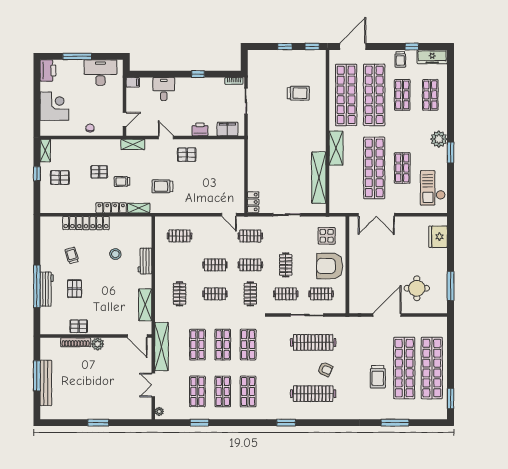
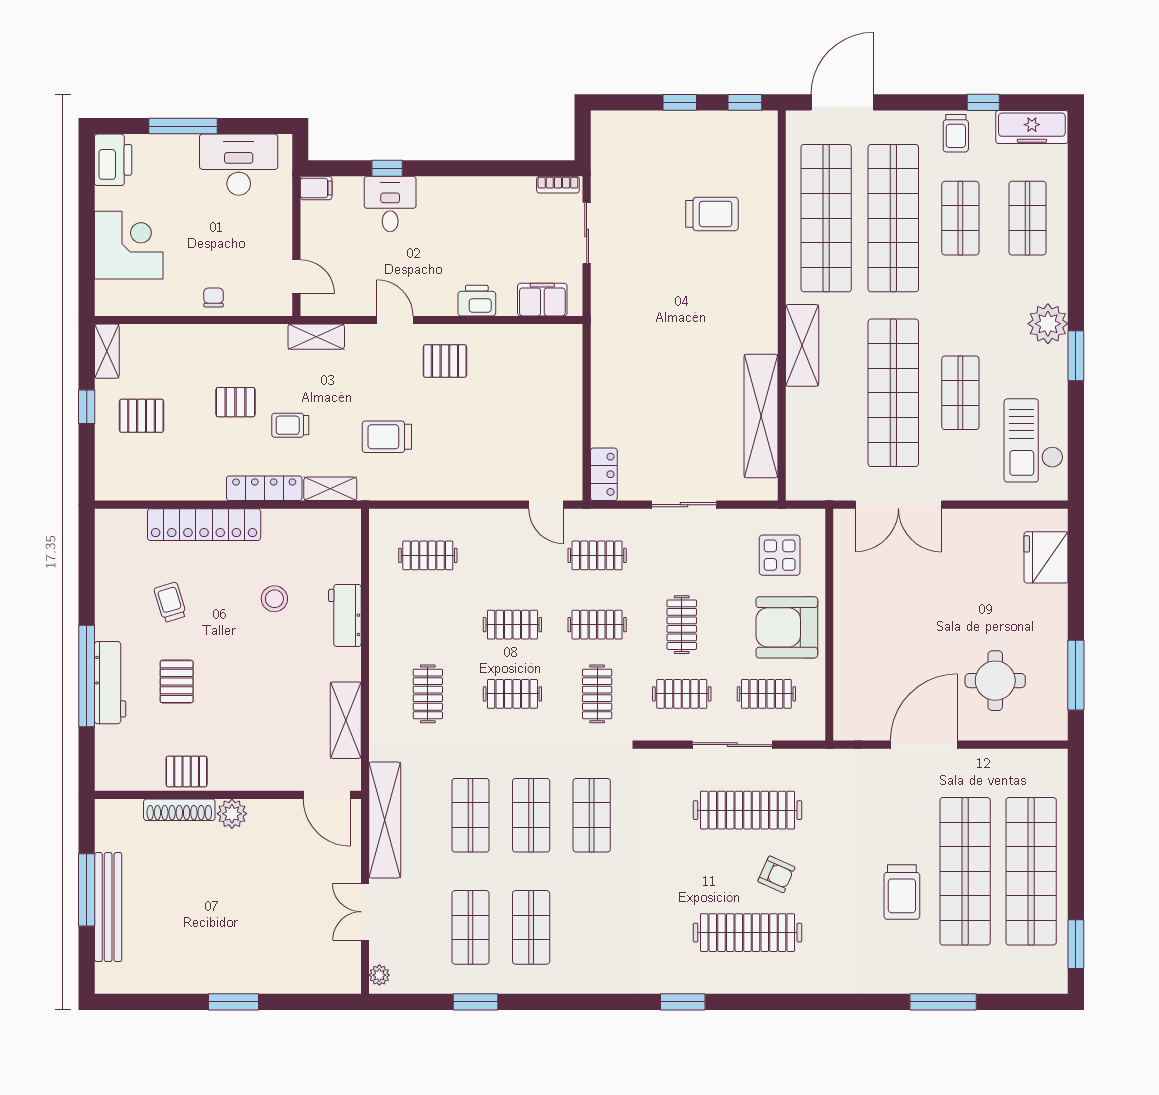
window: (198, 74) -> (387, 168), moved
door: (125, 119) -> (296, 277), hinge flipped
shop shelf: (248, 391) -> (592, 927), removed

